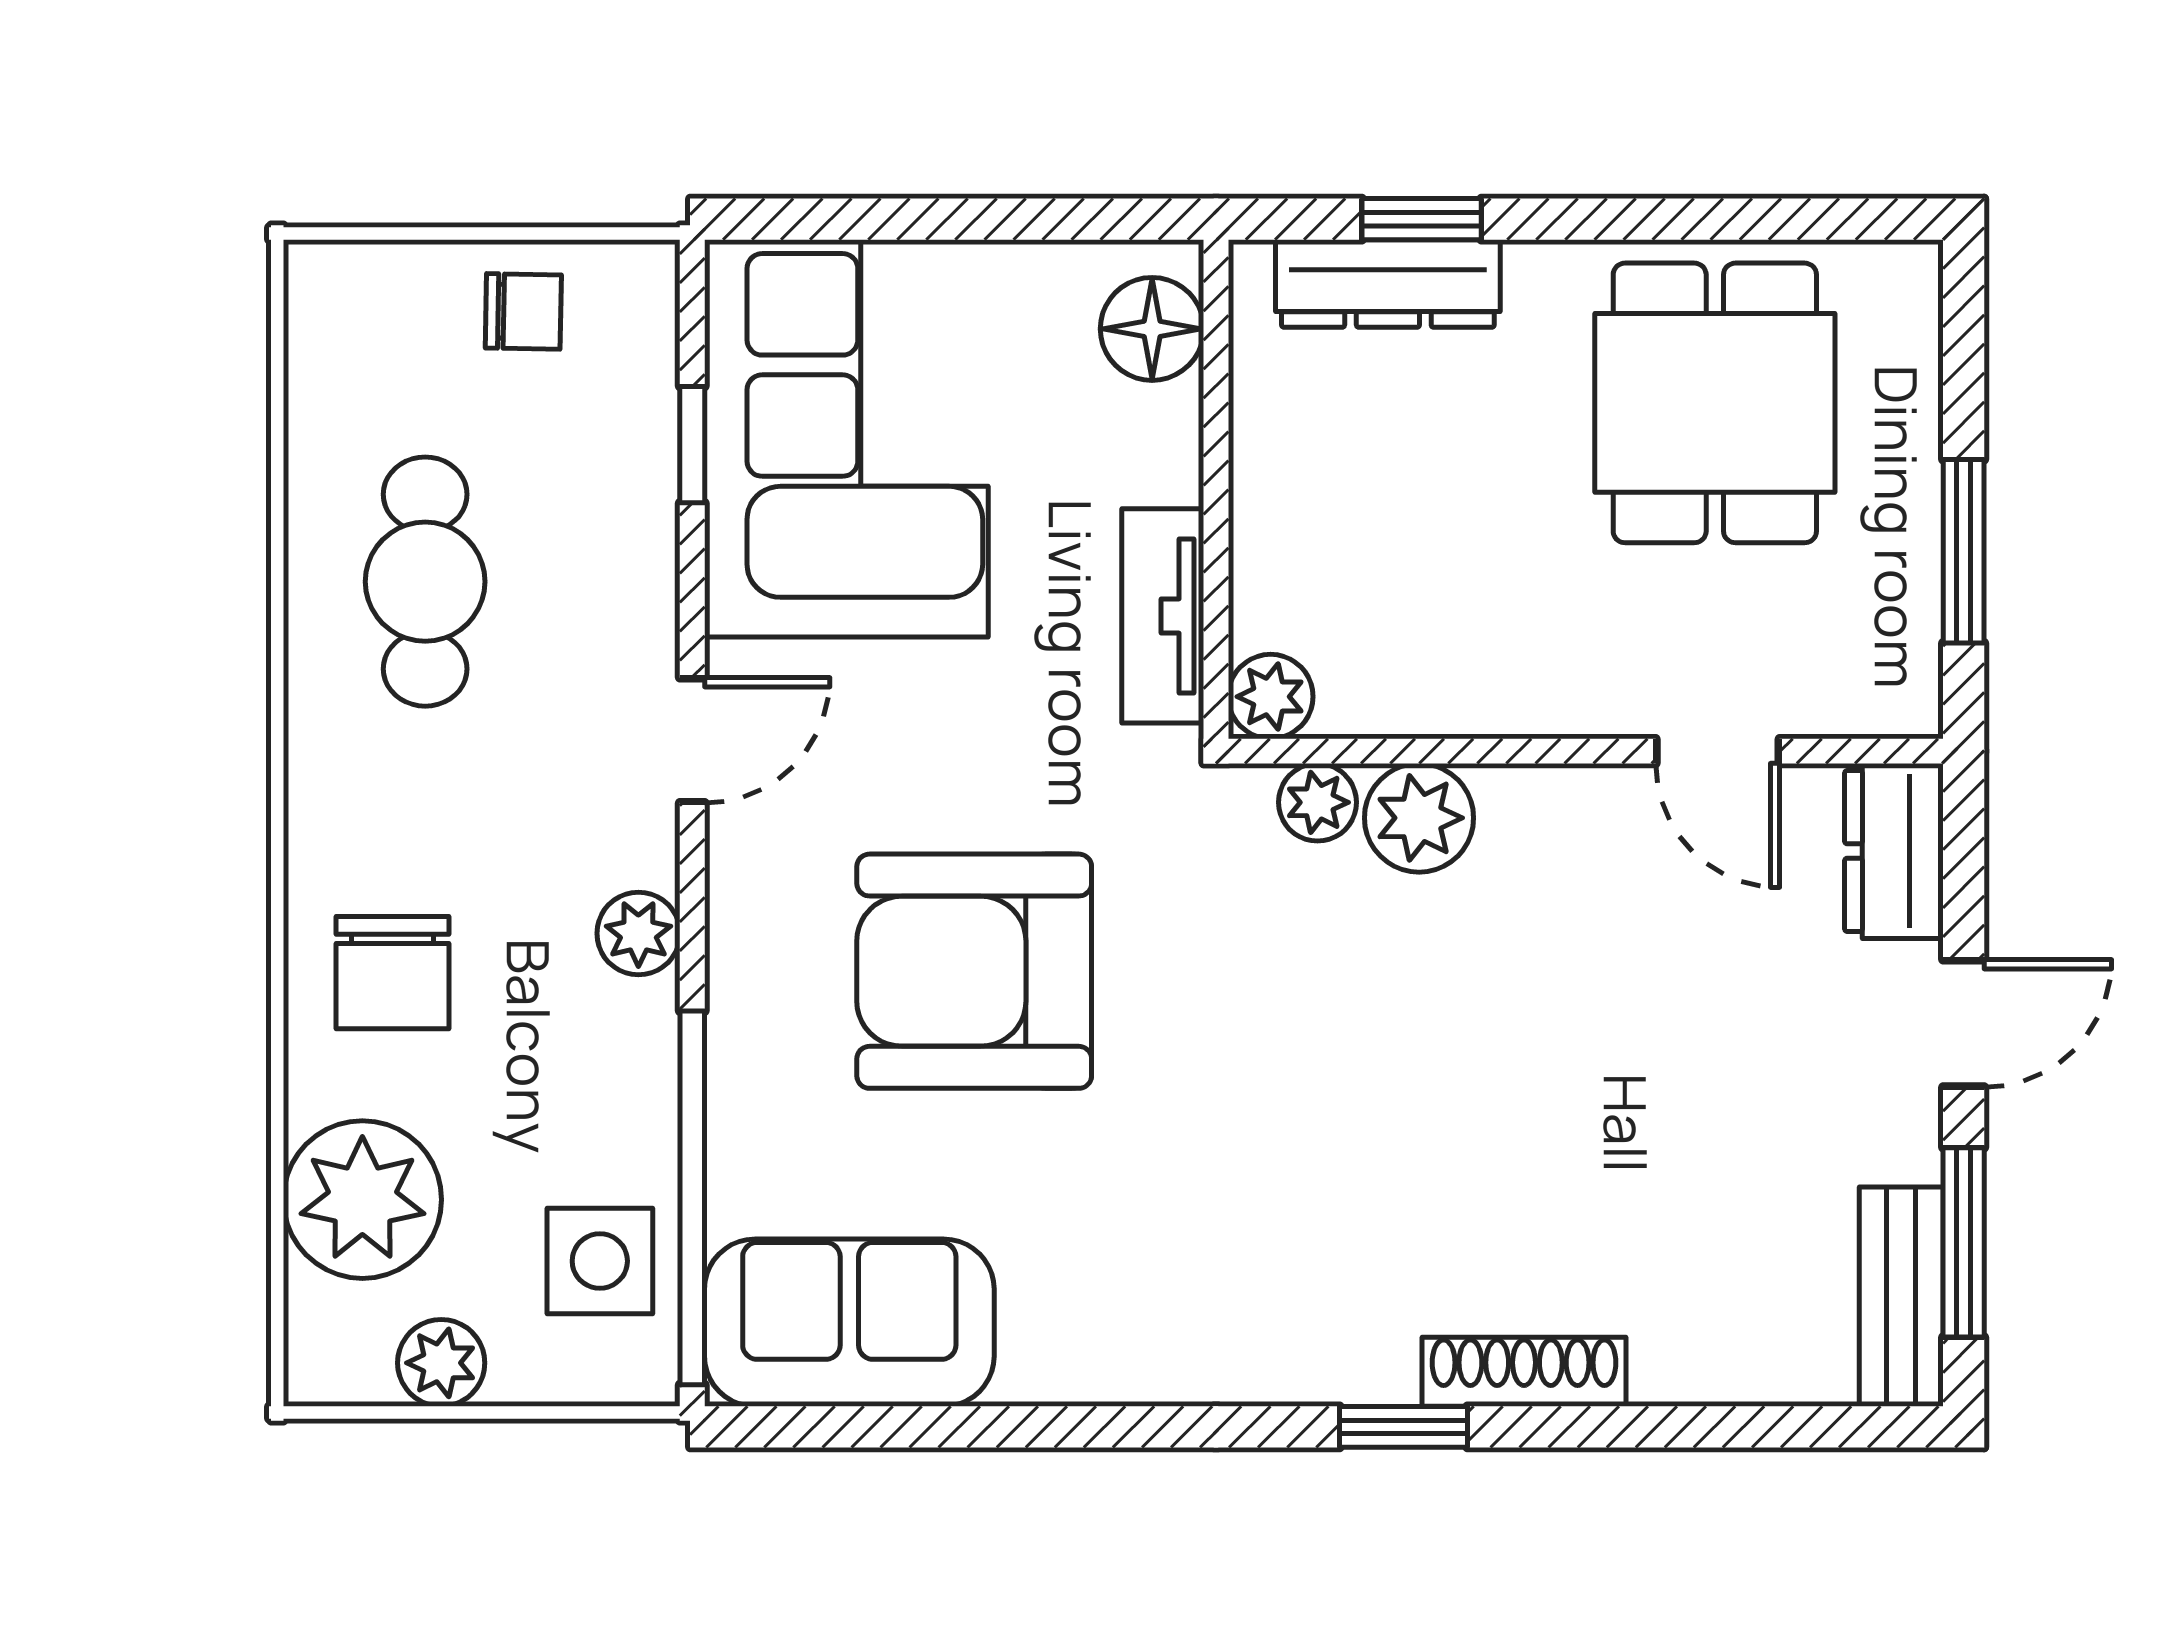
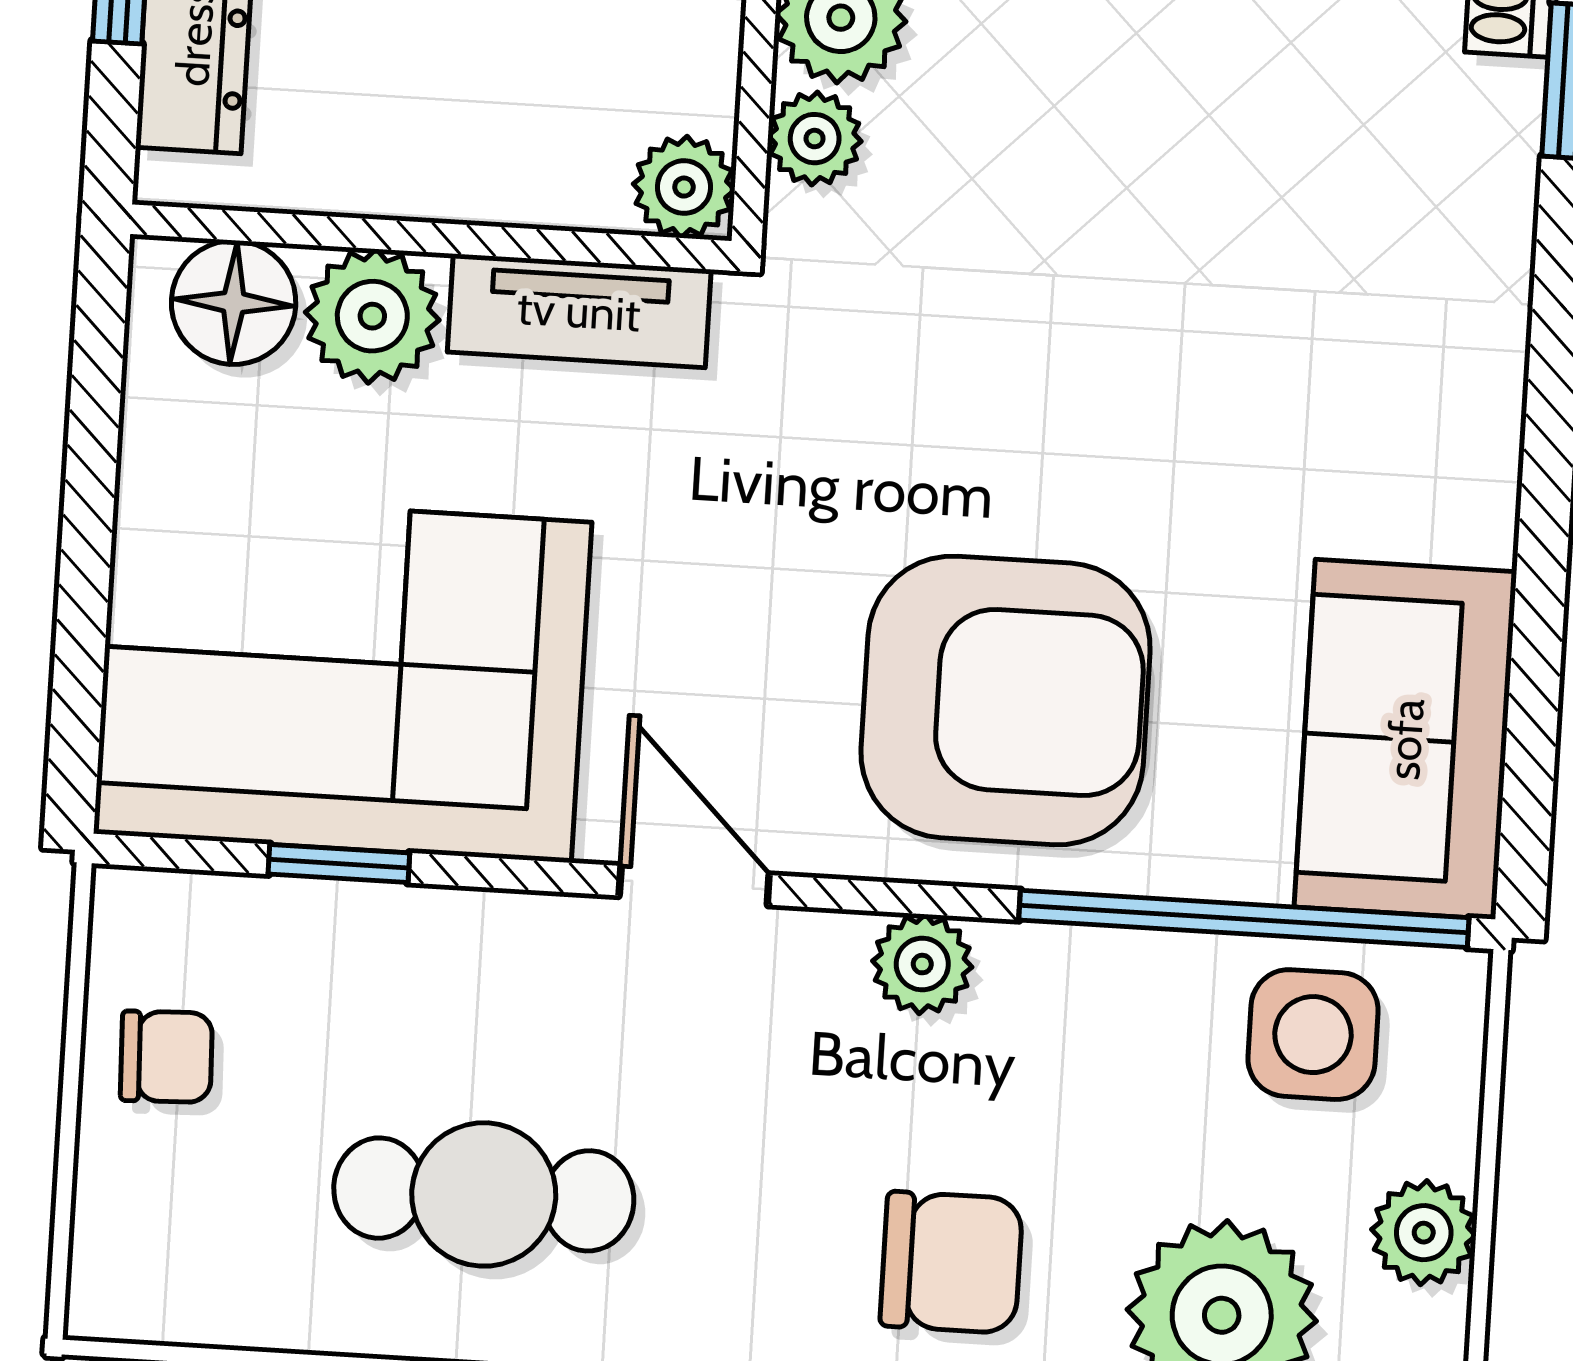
chair: (523, 311) -> (166, 1057), turned 87
plant: (1148, 445) -> (372, 316), added
armchair: (974, 971) -> (1006, 700), moved, turned -90

